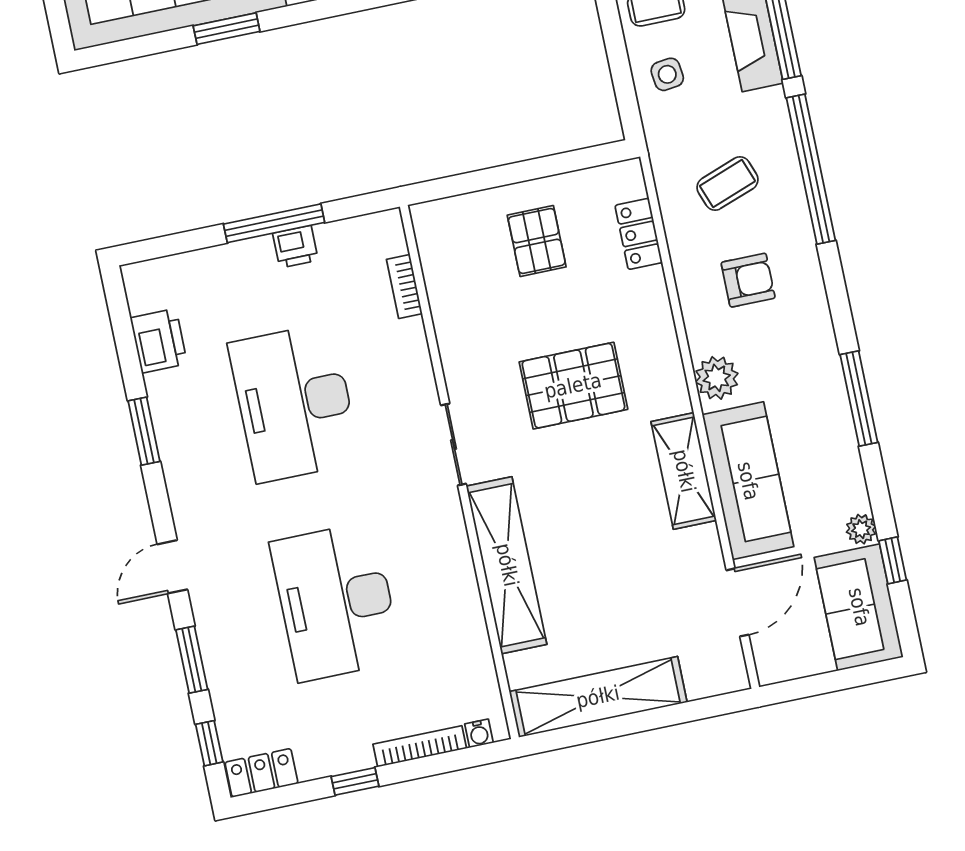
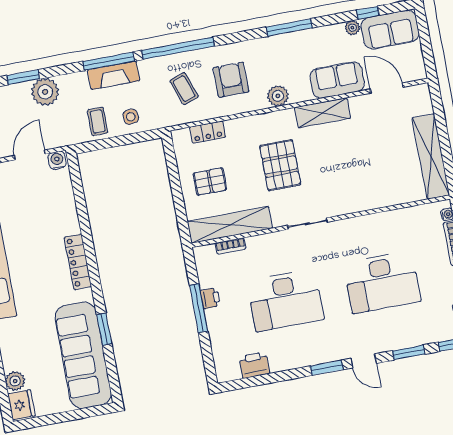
armchair: (748, 280) -> (231, 80), width x1.38, depth x1.38
window: (144, 431) -> (327, 368), moved
sofa: (748, 481) -> (337, 80), width x0.73
shelving: (507, 565) -> (230, 225), moved

